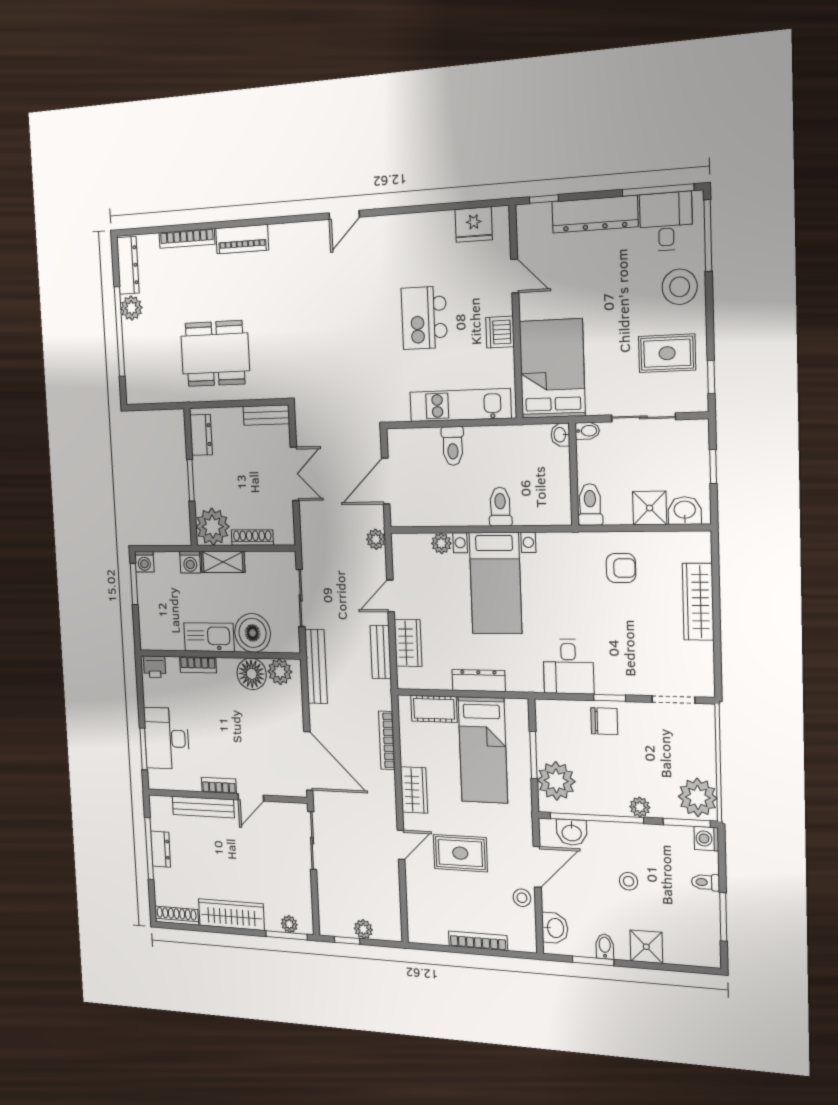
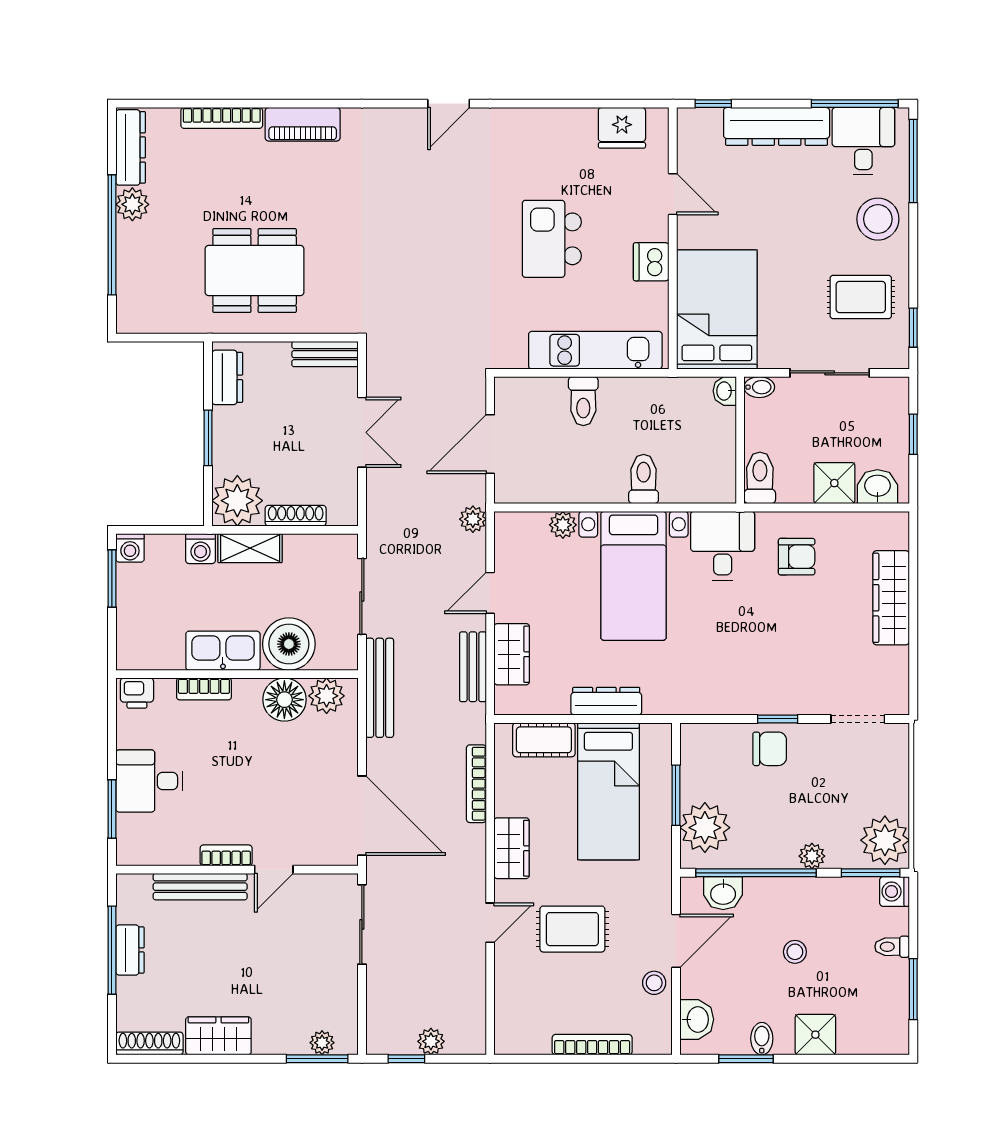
desk: (568, 666) -> (723, 546), moved, turned 180
desk: (167, 738) -> (149, 781), width x0.73
wardrobe: (231, 915) -> (218, 1036), width x0.67

